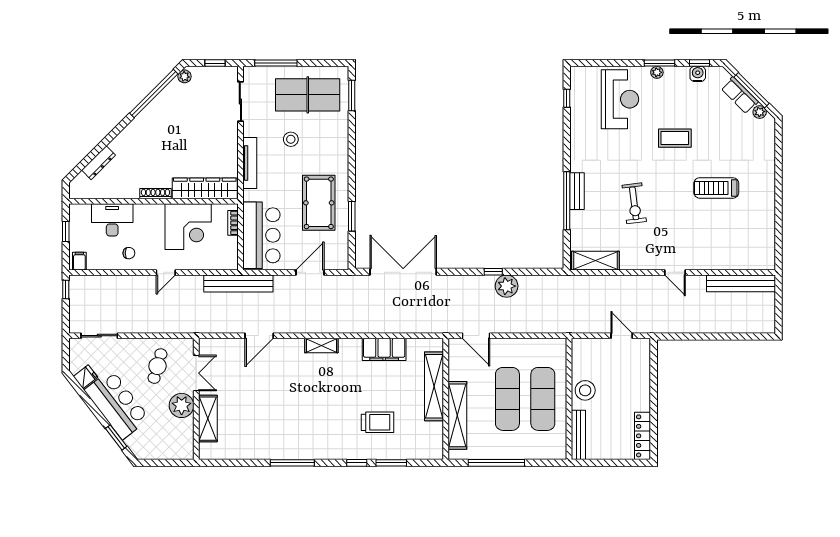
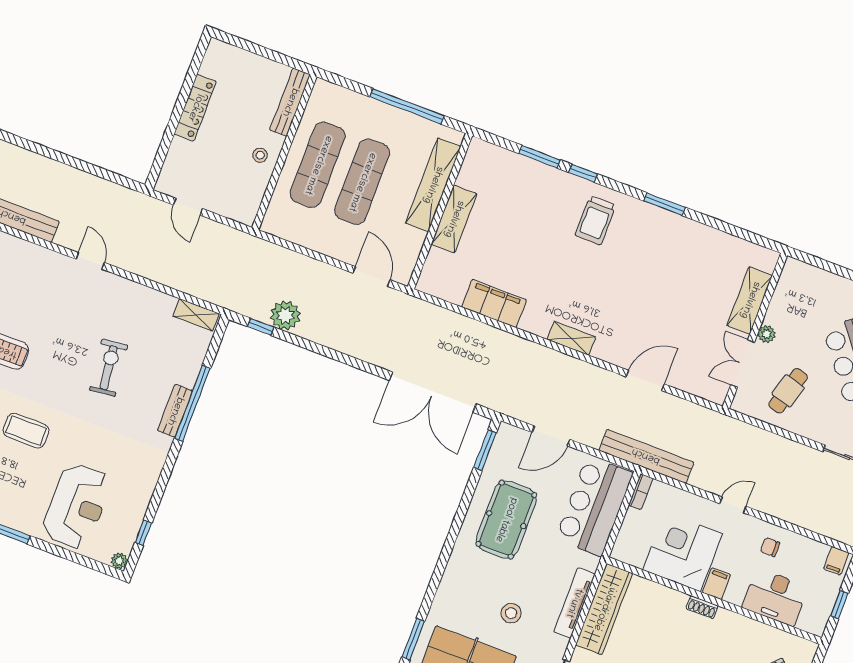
plant: (657, 72) -> (119, 561), moved
reception desk: (620, 99) -> (77, 506), turned 180
wardrobe: (205, 188) -> (604, 609), moved, turned -90
shoe rack: (155, 194) -> (702, 607), width x0.70
filing cabinet: (156, 214) -> (716, 584), added
window: (352, 216) -> (485, 450), moved
bookcase: (233, 223) -> (641, 492), moved
shelving: (595, 261) -> (196, 315), width x0.67, depth x0.75
window: (493, 272) -> (261, 327), moved
plant: (507, 286) -> (285, 315), moved
shelving: (434, 386) -> (454, 219), width x0.68
stool: (585, 390) -> (260, 155), width x0.53, depth x0.53
plant: (182, 405) -> (767, 334), width x0.53, depth x0.53
trolley: (378, 422) -> (595, 220), moved, turned -90
locker: (643, 436) -> (195, 108), moved
window: (292, 463) -> (664, 204), width x0.69

